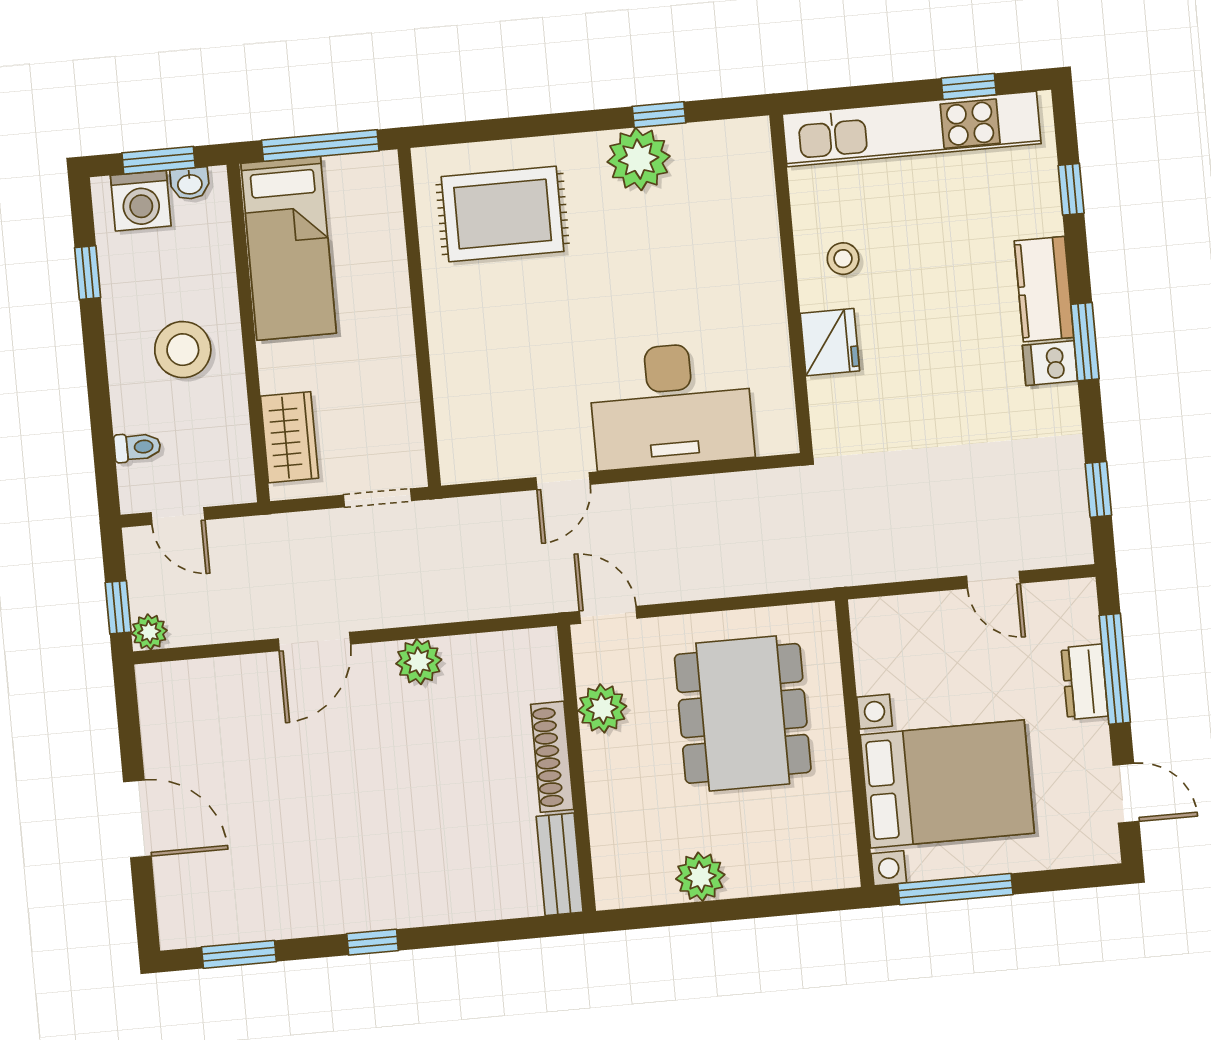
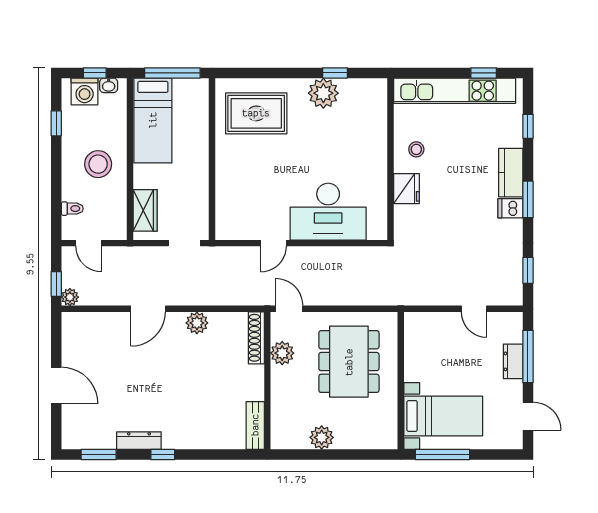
window: (159, 160) -> (95, 73), width x0.67
shoe rack: (552, 757) -> (256, 338), moved
bed with nightstands: (947, 784) -> (443, 416), width x0.73
dresser: (320, 918) -> (139, 441), added

